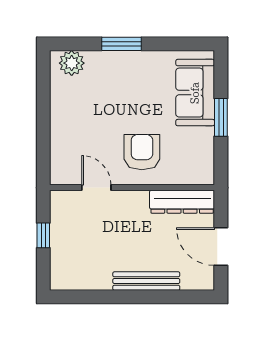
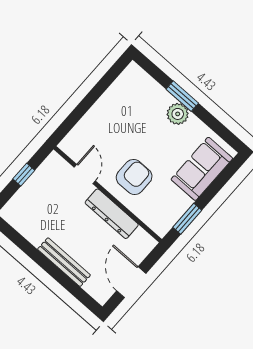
plant: (72, 63) -> (178, 114), moved
window: (221, 117) -> (187, 219), moved
dresser: (182, 202) -> (112, 214), moved

